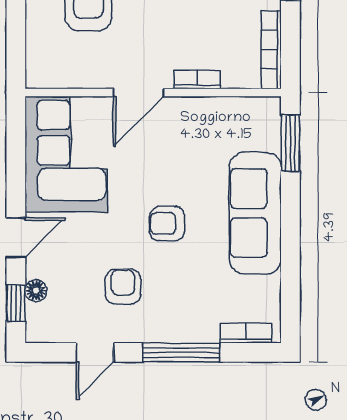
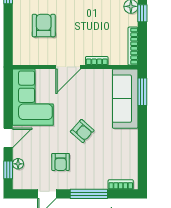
sofa: (255, 213) -> (125, 99), moved
armchair: (167, 224) -> (82, 131), turned -138
armchair: (123, 287) -> (61, 162), turned 180

